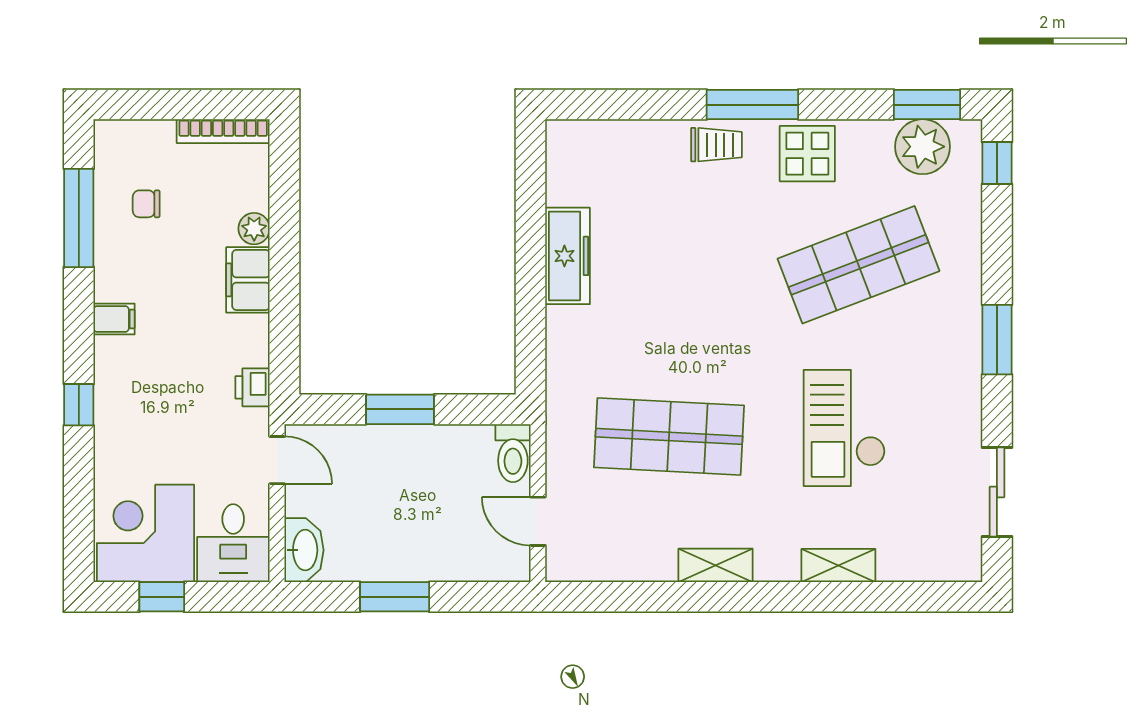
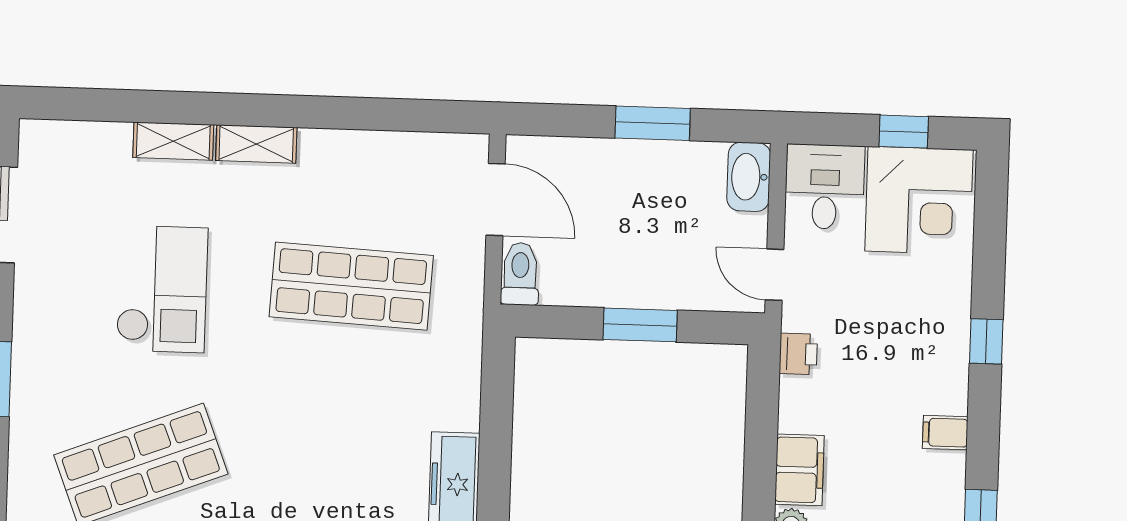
door: (538, 521) -> (496, 200), width x1.37
shelving: (716, 565) -> (256, 144), moved

